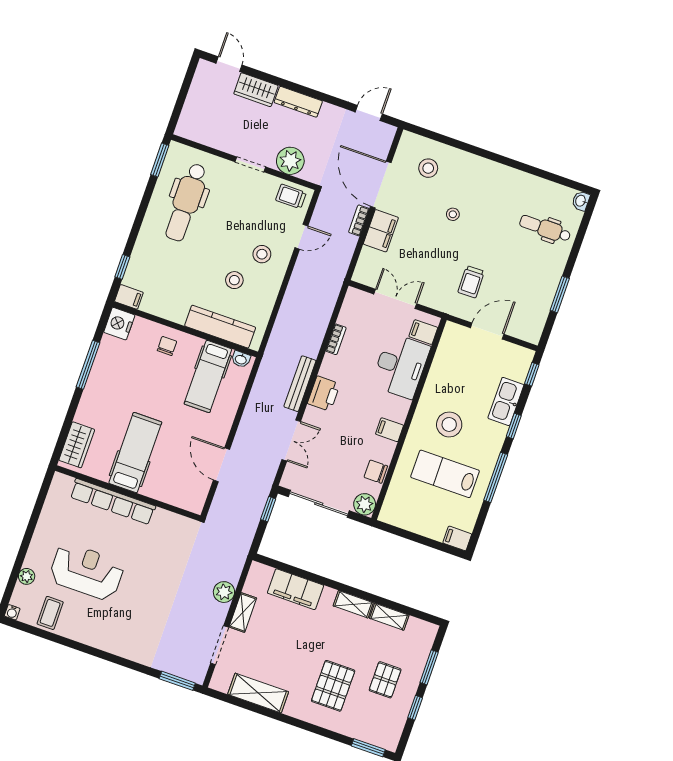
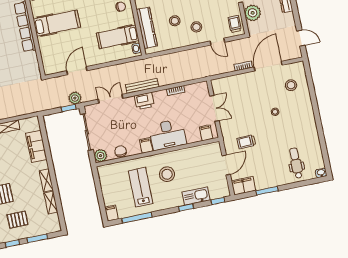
filing cabinet: (381, 231) -> (243, 186), moved, turned 180
door: (487, 331) -> (226, 165), hinge flipped
desk: (401, 366) -> (168, 135), moved
double door: (291, 440) -> (111, 99), swing flipped
window: (496, 477) -> (137, 218), moved
plant: (224, 592) -> (75, 98), moved

